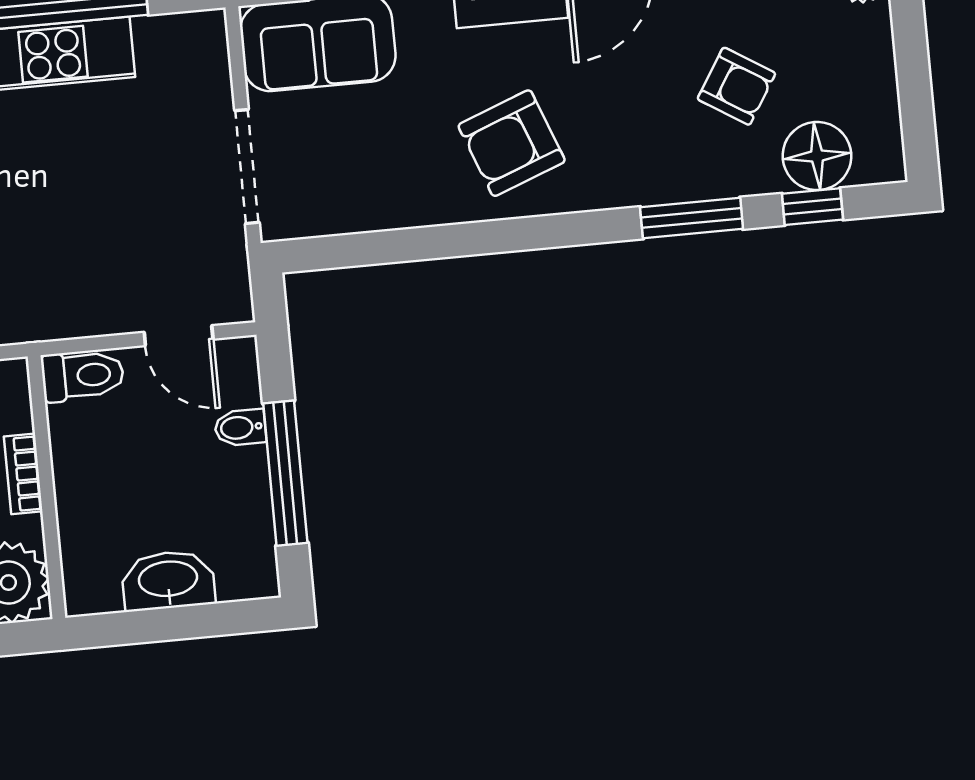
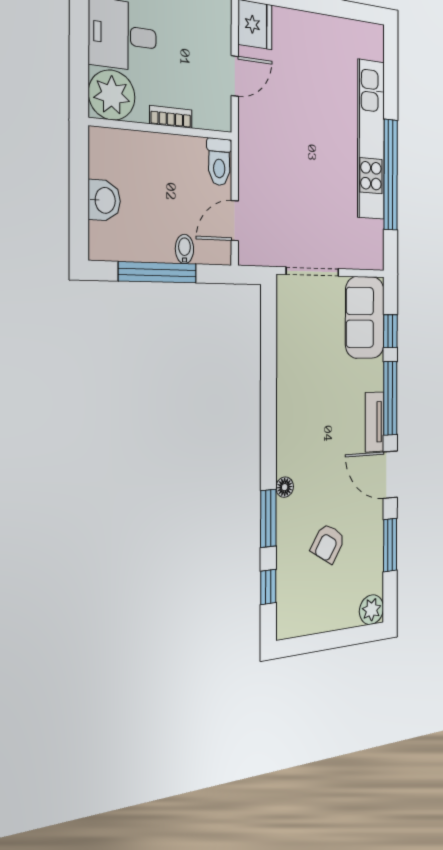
armchair: (512, 143) -> (312, 419), removed
floor lamp: (817, 156) -> (285, 487), moved, width x0.53, depth x0.53
washbasin: (168, 580) -> (104, 200), width x0.72

